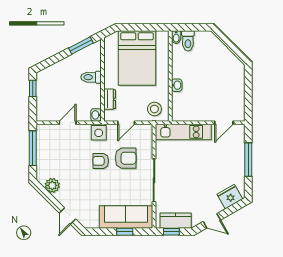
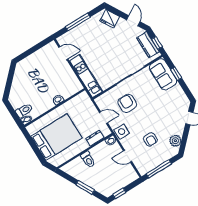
window: (81, 46) -> (85, 188), moved
stool: (154, 109) -> (83, 105), removed
armchair: (101, 161) -> (150, 139), moved
sofa: (126, 217) -> (163, 74), width x0.73

